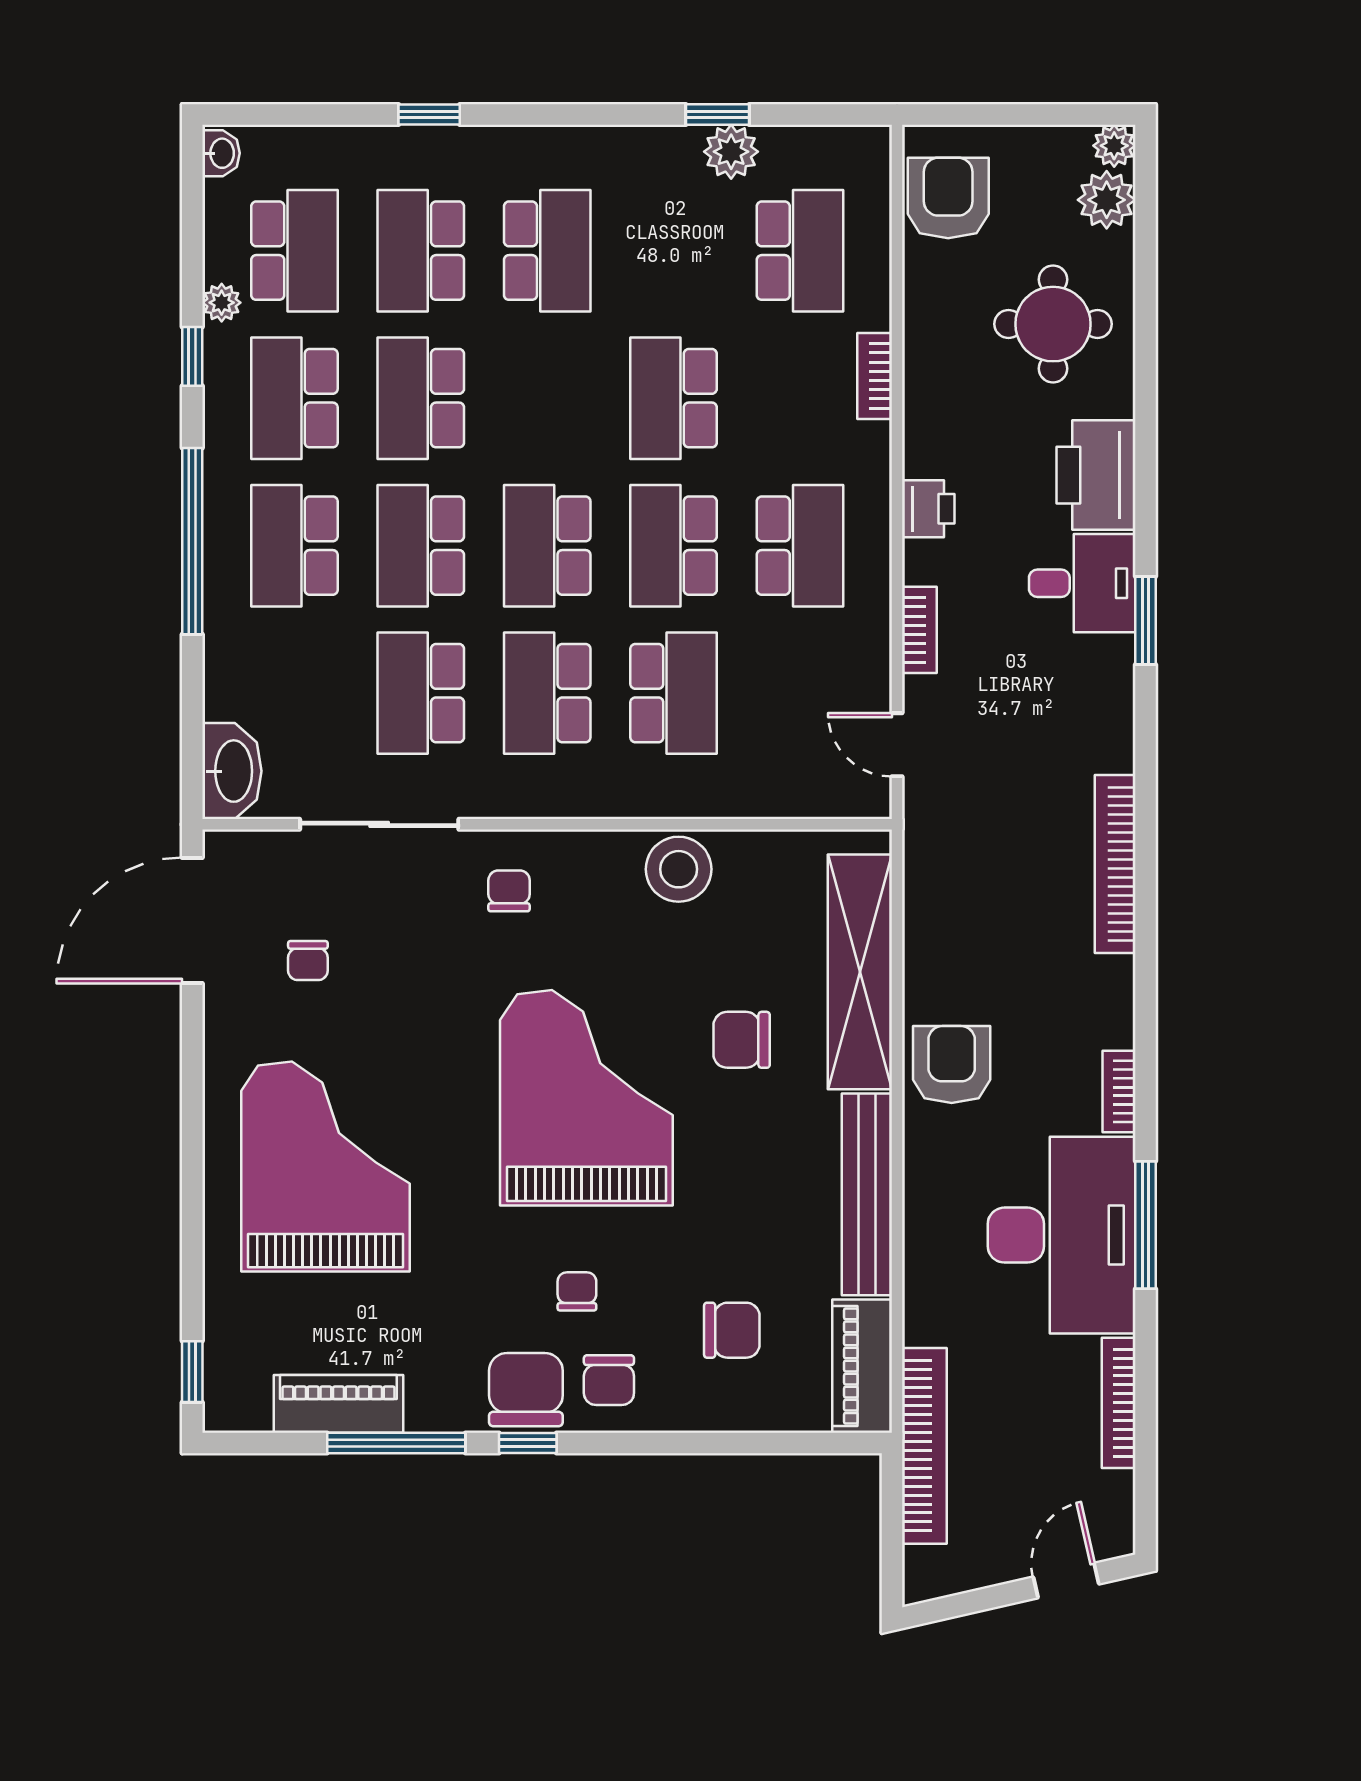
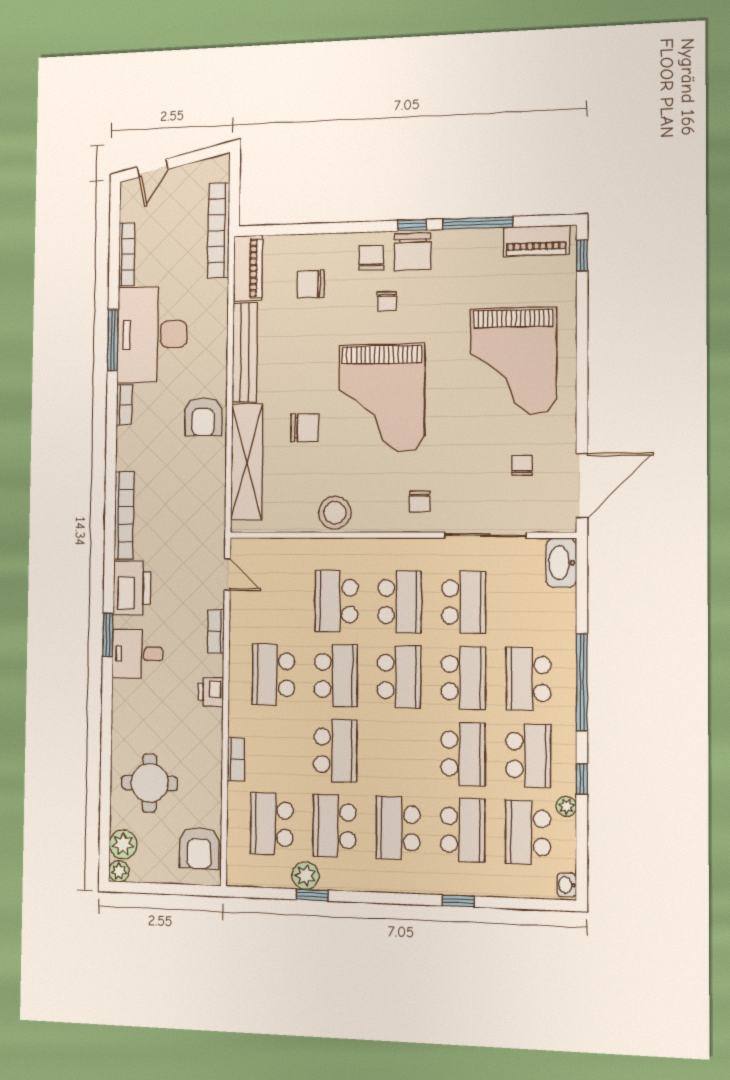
school desk: (674, 251) -> (335, 826), added
printer: (1096, 475) -> (132, 588), moved
school desk: (294, 546) -> (529, 679), turned 180
piano: (338, 1404) -> (536, 241), moved

